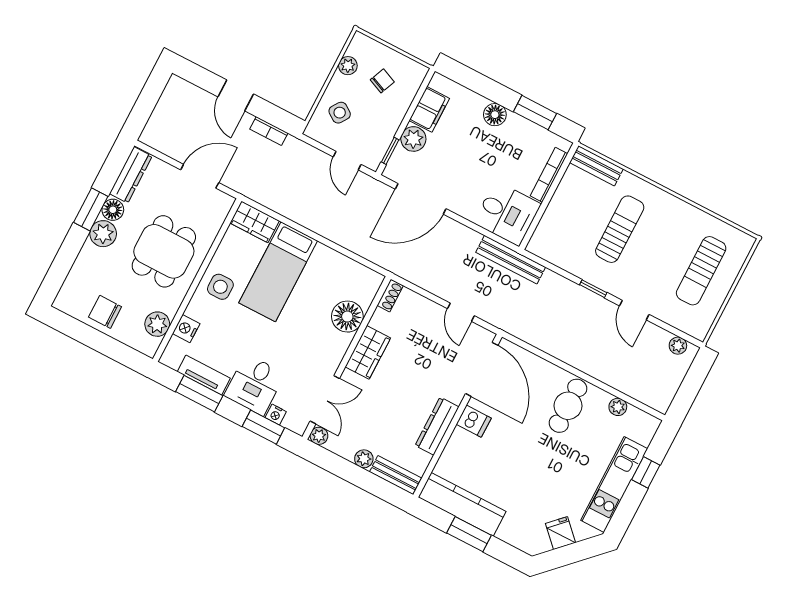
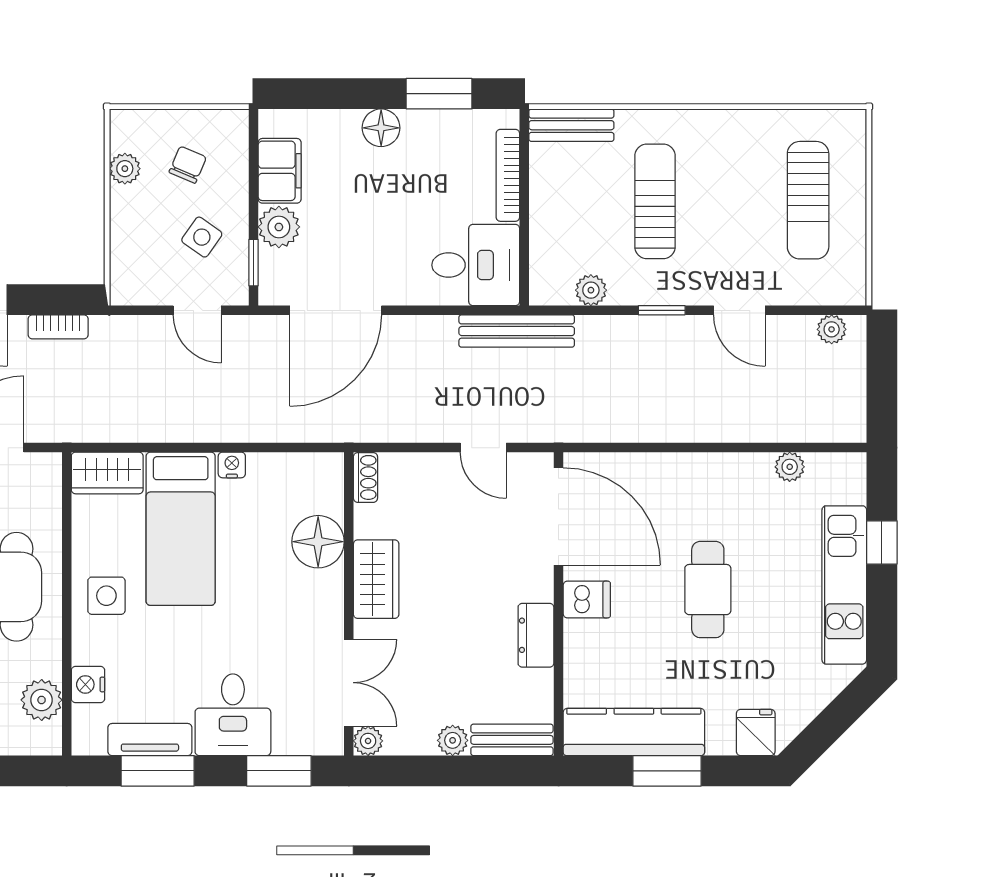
side table: (340, 113) -> (202, 237), moved
plant: (561, 259) -> (591, 290), added
cafe table: (568, 406) -> (708, 590), moved
nightstand: (276, 415) -> (232, 465), moved, turned 180
dresser: (437, 426) -> (536, 635), width x0.70
fridge: (560, 533) -> (756, 732), moved, turned 45

